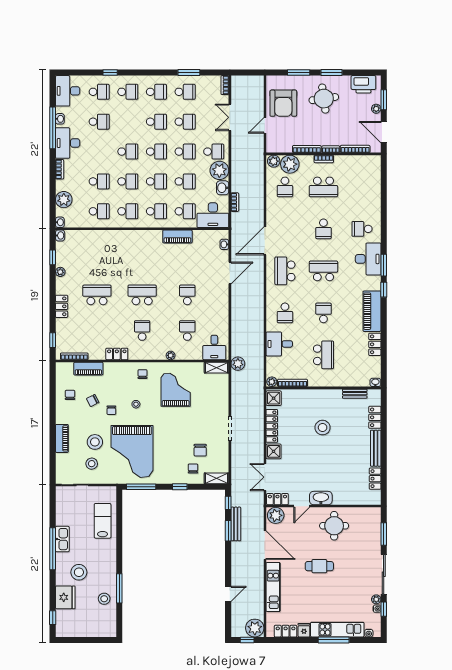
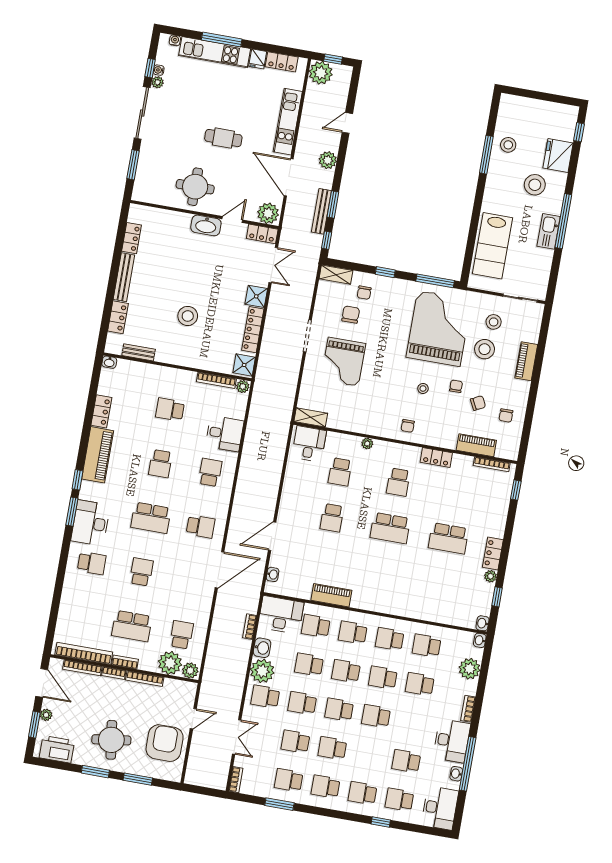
bookcase: (356, 160) -> (84, 653), added
school desk: (323, 187) -> (132, 626), turned 180
school desk: (285, 271) -> (201, 527), width x0.54
locker: (62, 306) -> (493, 553), moved
school desk: (323, 355) -> (170, 410), width x0.54
plant: (238, 364) -> (328, 160), moved
grand piano: (176, 390) -> (343, 362), moved
lab bench: (103, 521) -> (493, 246), width x1.36, depth x1.39

